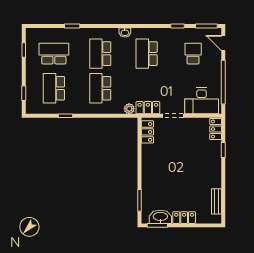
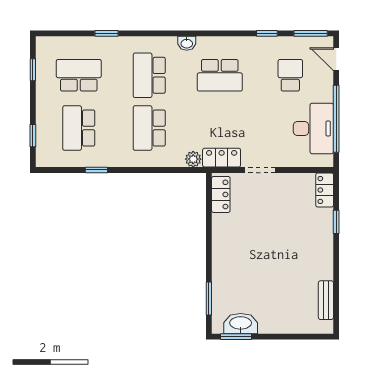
school desk: (147, 54) -> (220, 75), turned -90
desk: (202, 101) -> (313, 128), moved, turned -90
locker: (184, 218) -> (277, 325), removed

